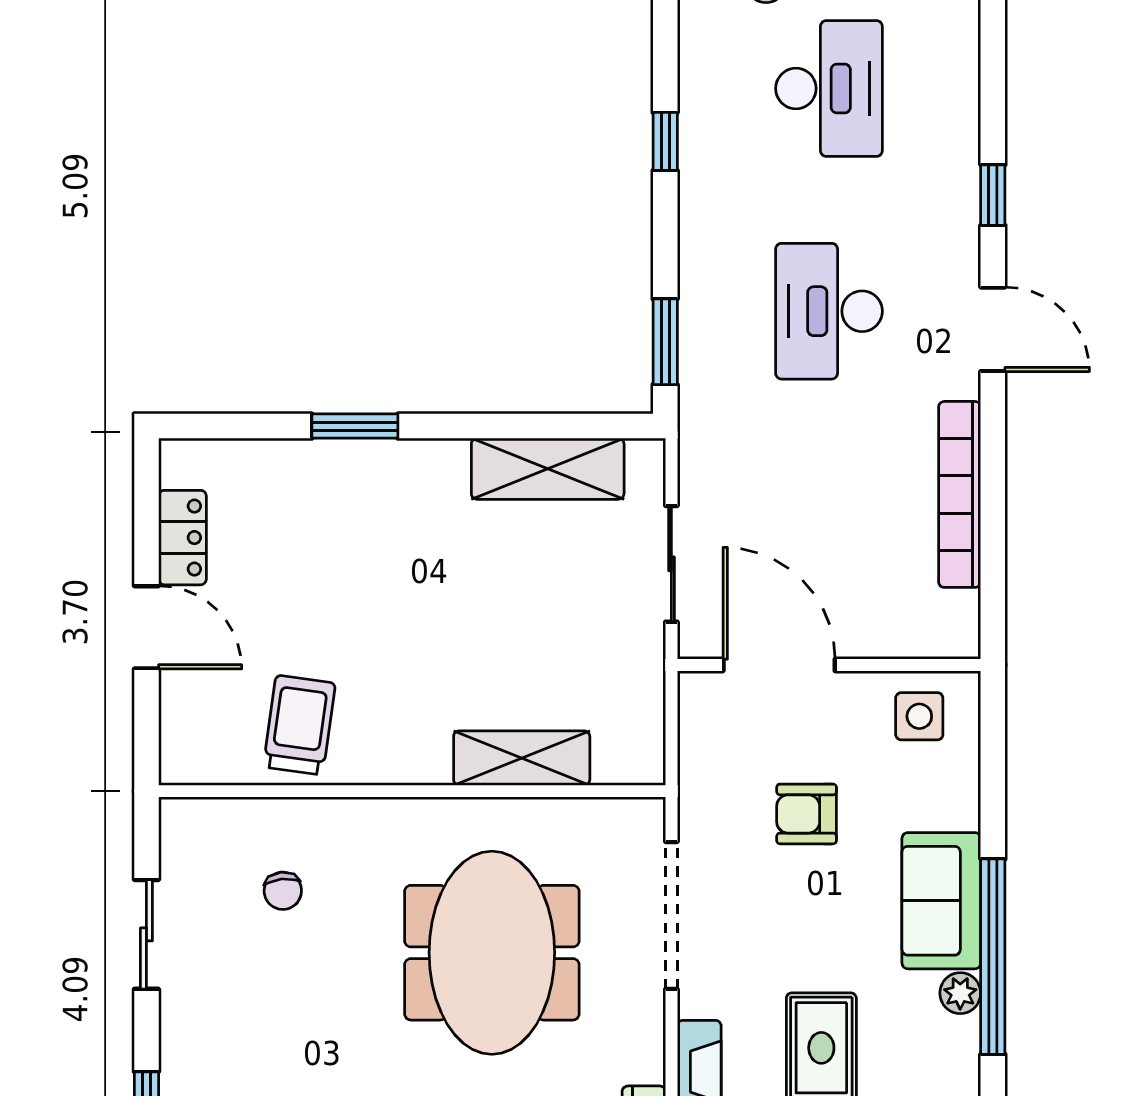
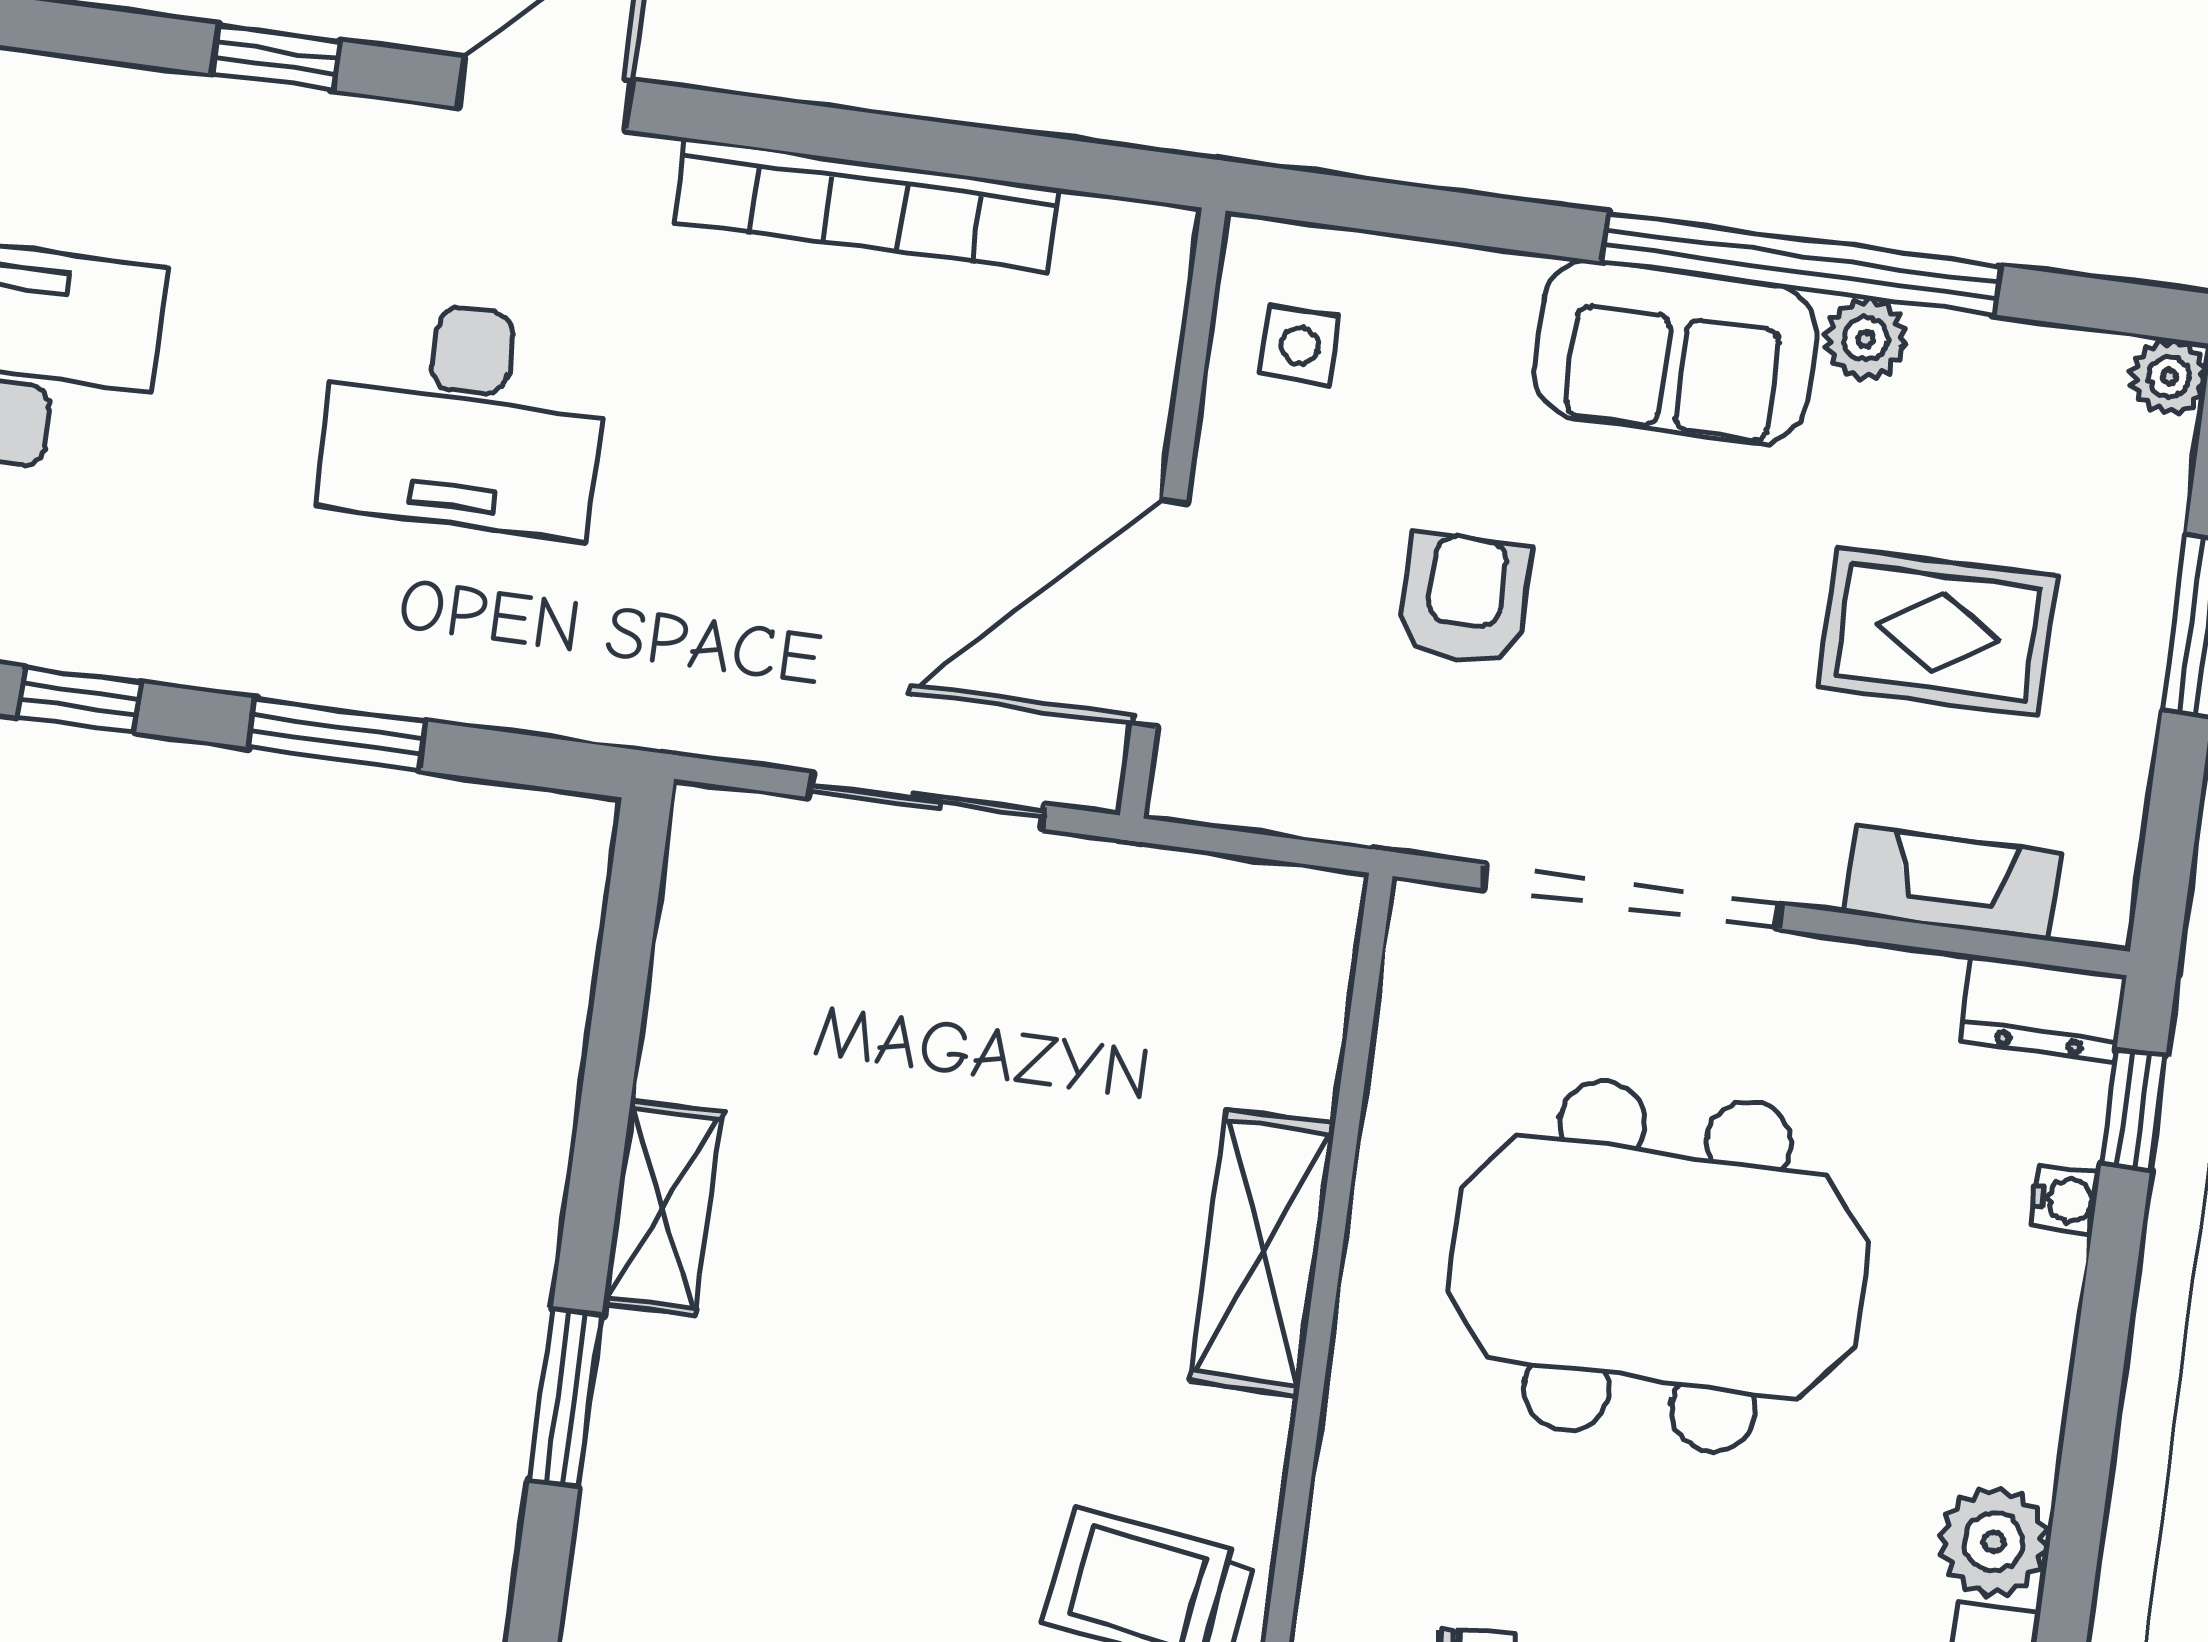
window: (665, 342) -> (336, 734), moved
shelving: (548, 469) -> (663, 1208), moved, width x0.67, depth x0.75
side table: (919, 716) -> (1300, 346), width x0.73, depth x0.73
shelving: (522, 758) -> (1262, 1253), moved
armchair: (807, 814) -> (1465, 598), turned 180

